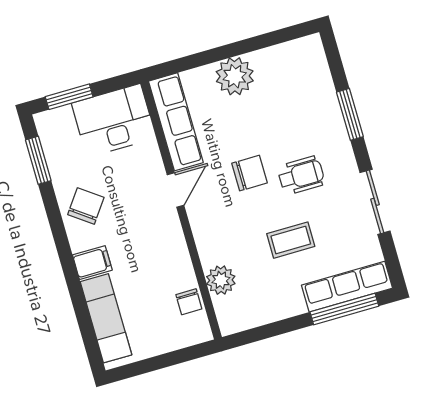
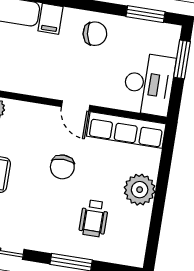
wheelchair: (301, 175) -> (94, 218), moved
chair: (86, 206) -> (95, 34), turned -46

